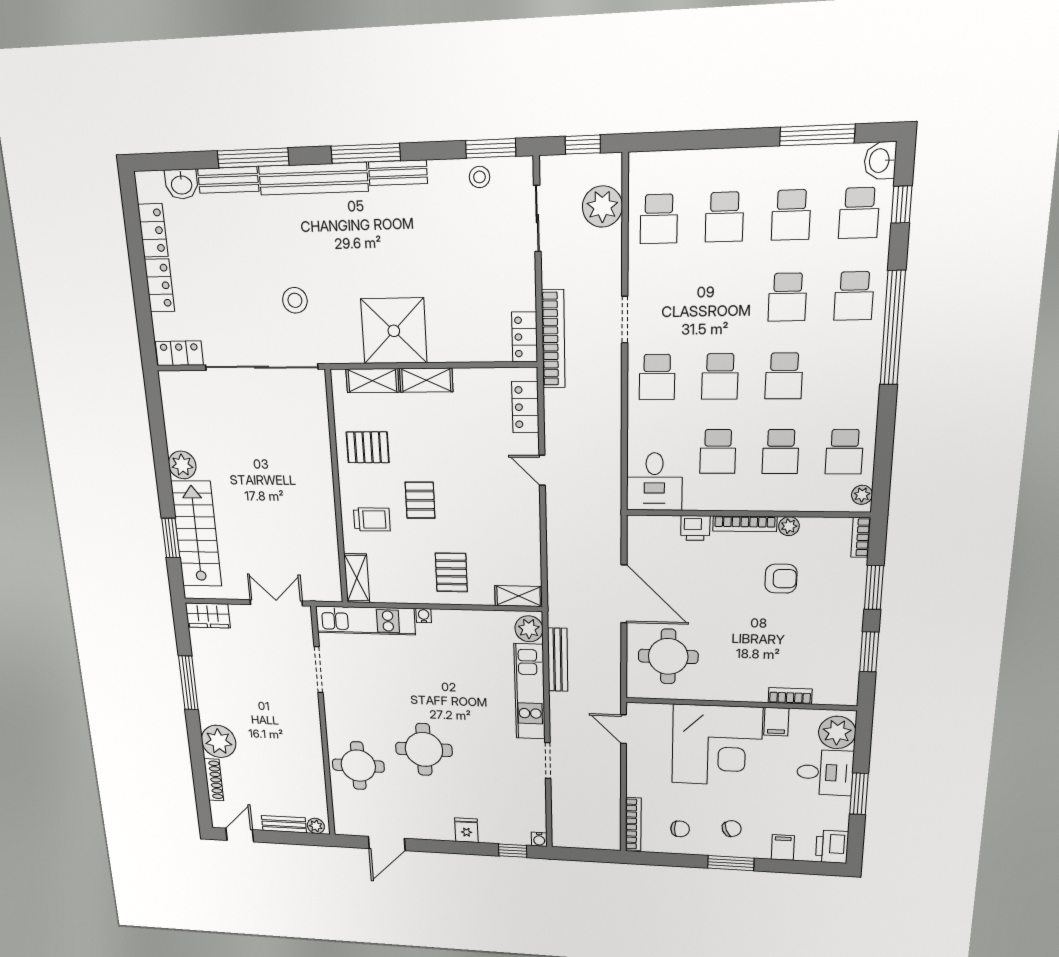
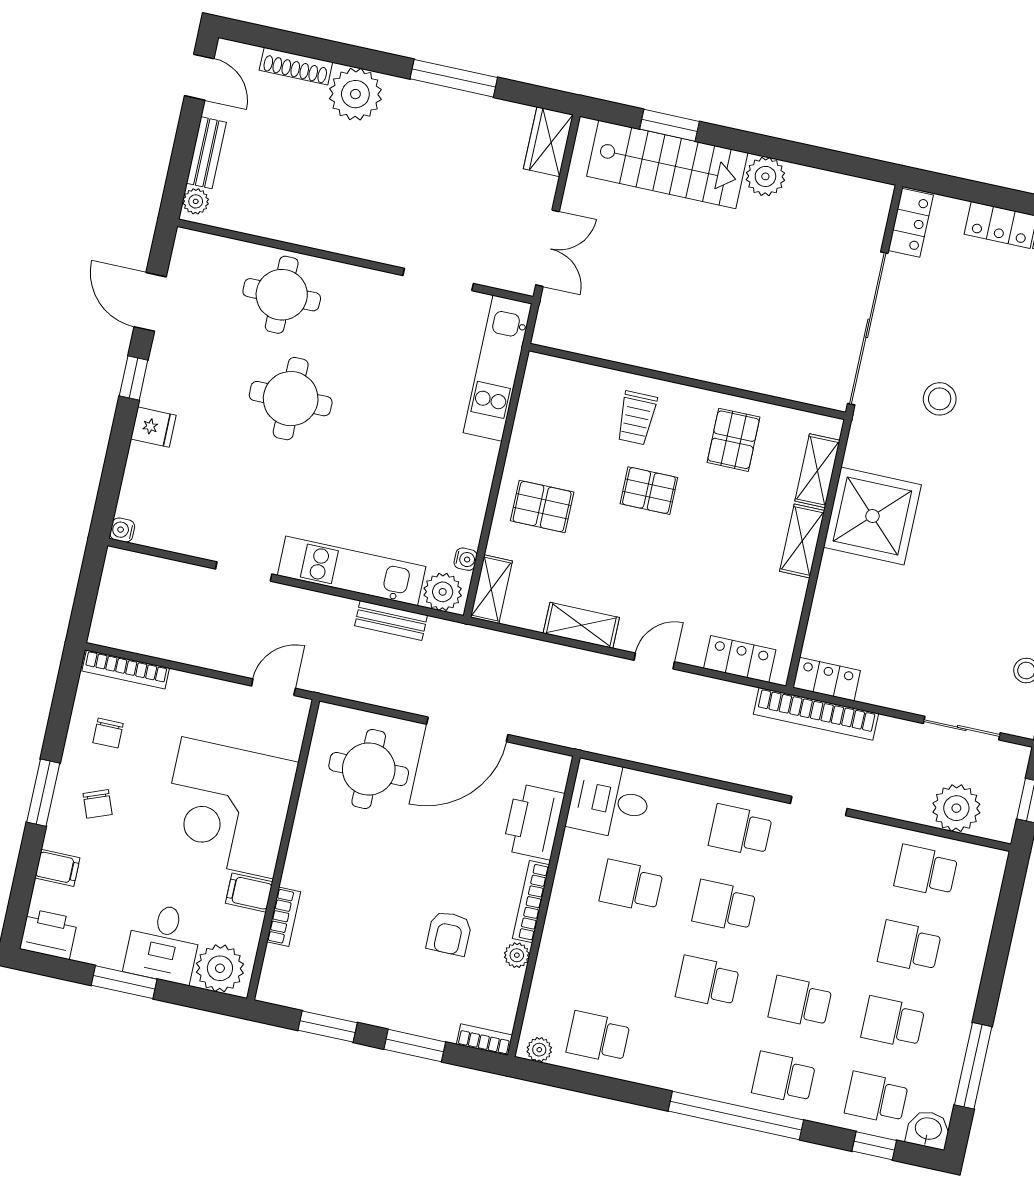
school desk: (781, 452) -> (615, 962), removed
printer: (695, 528) -> (534, 822), width x1.87, depth x1.48
shelving: (357, 578) -> (581, 625), moved
water cooler: (424, 616) -> (465, 559), moved
bench: (558, 660) -> (391, 620), width x0.73
window: (513, 851) -> (134, 378), moved

